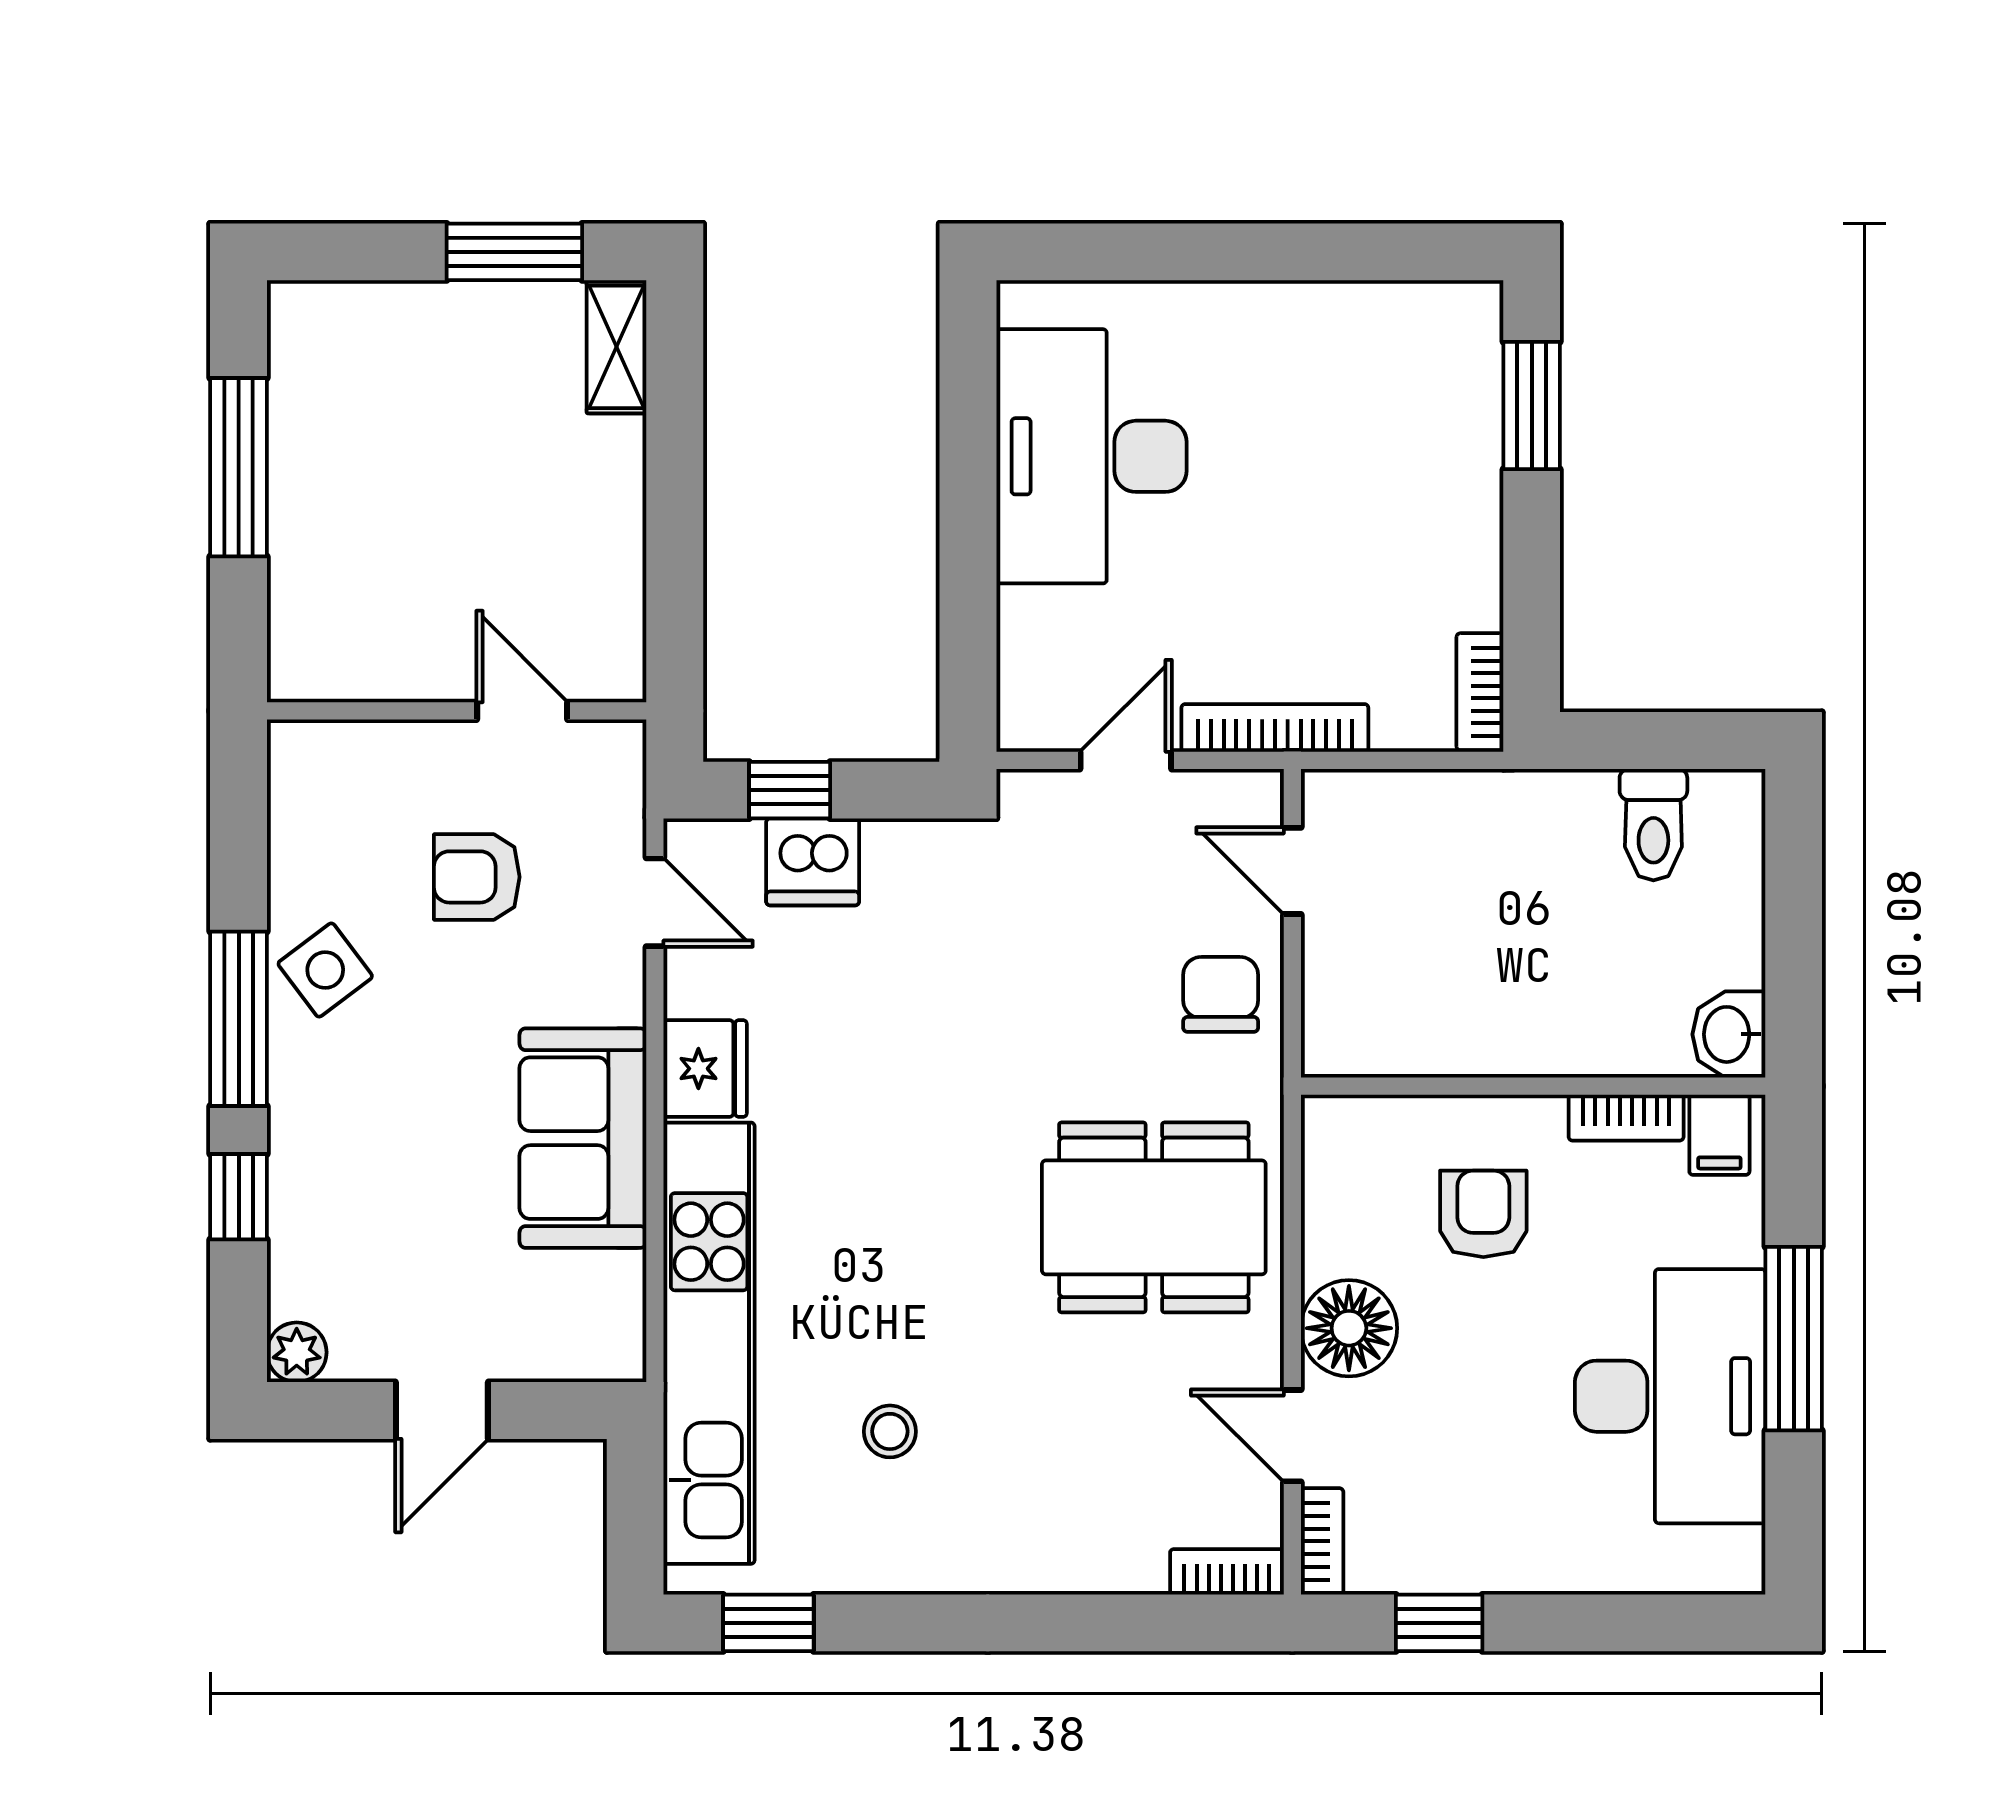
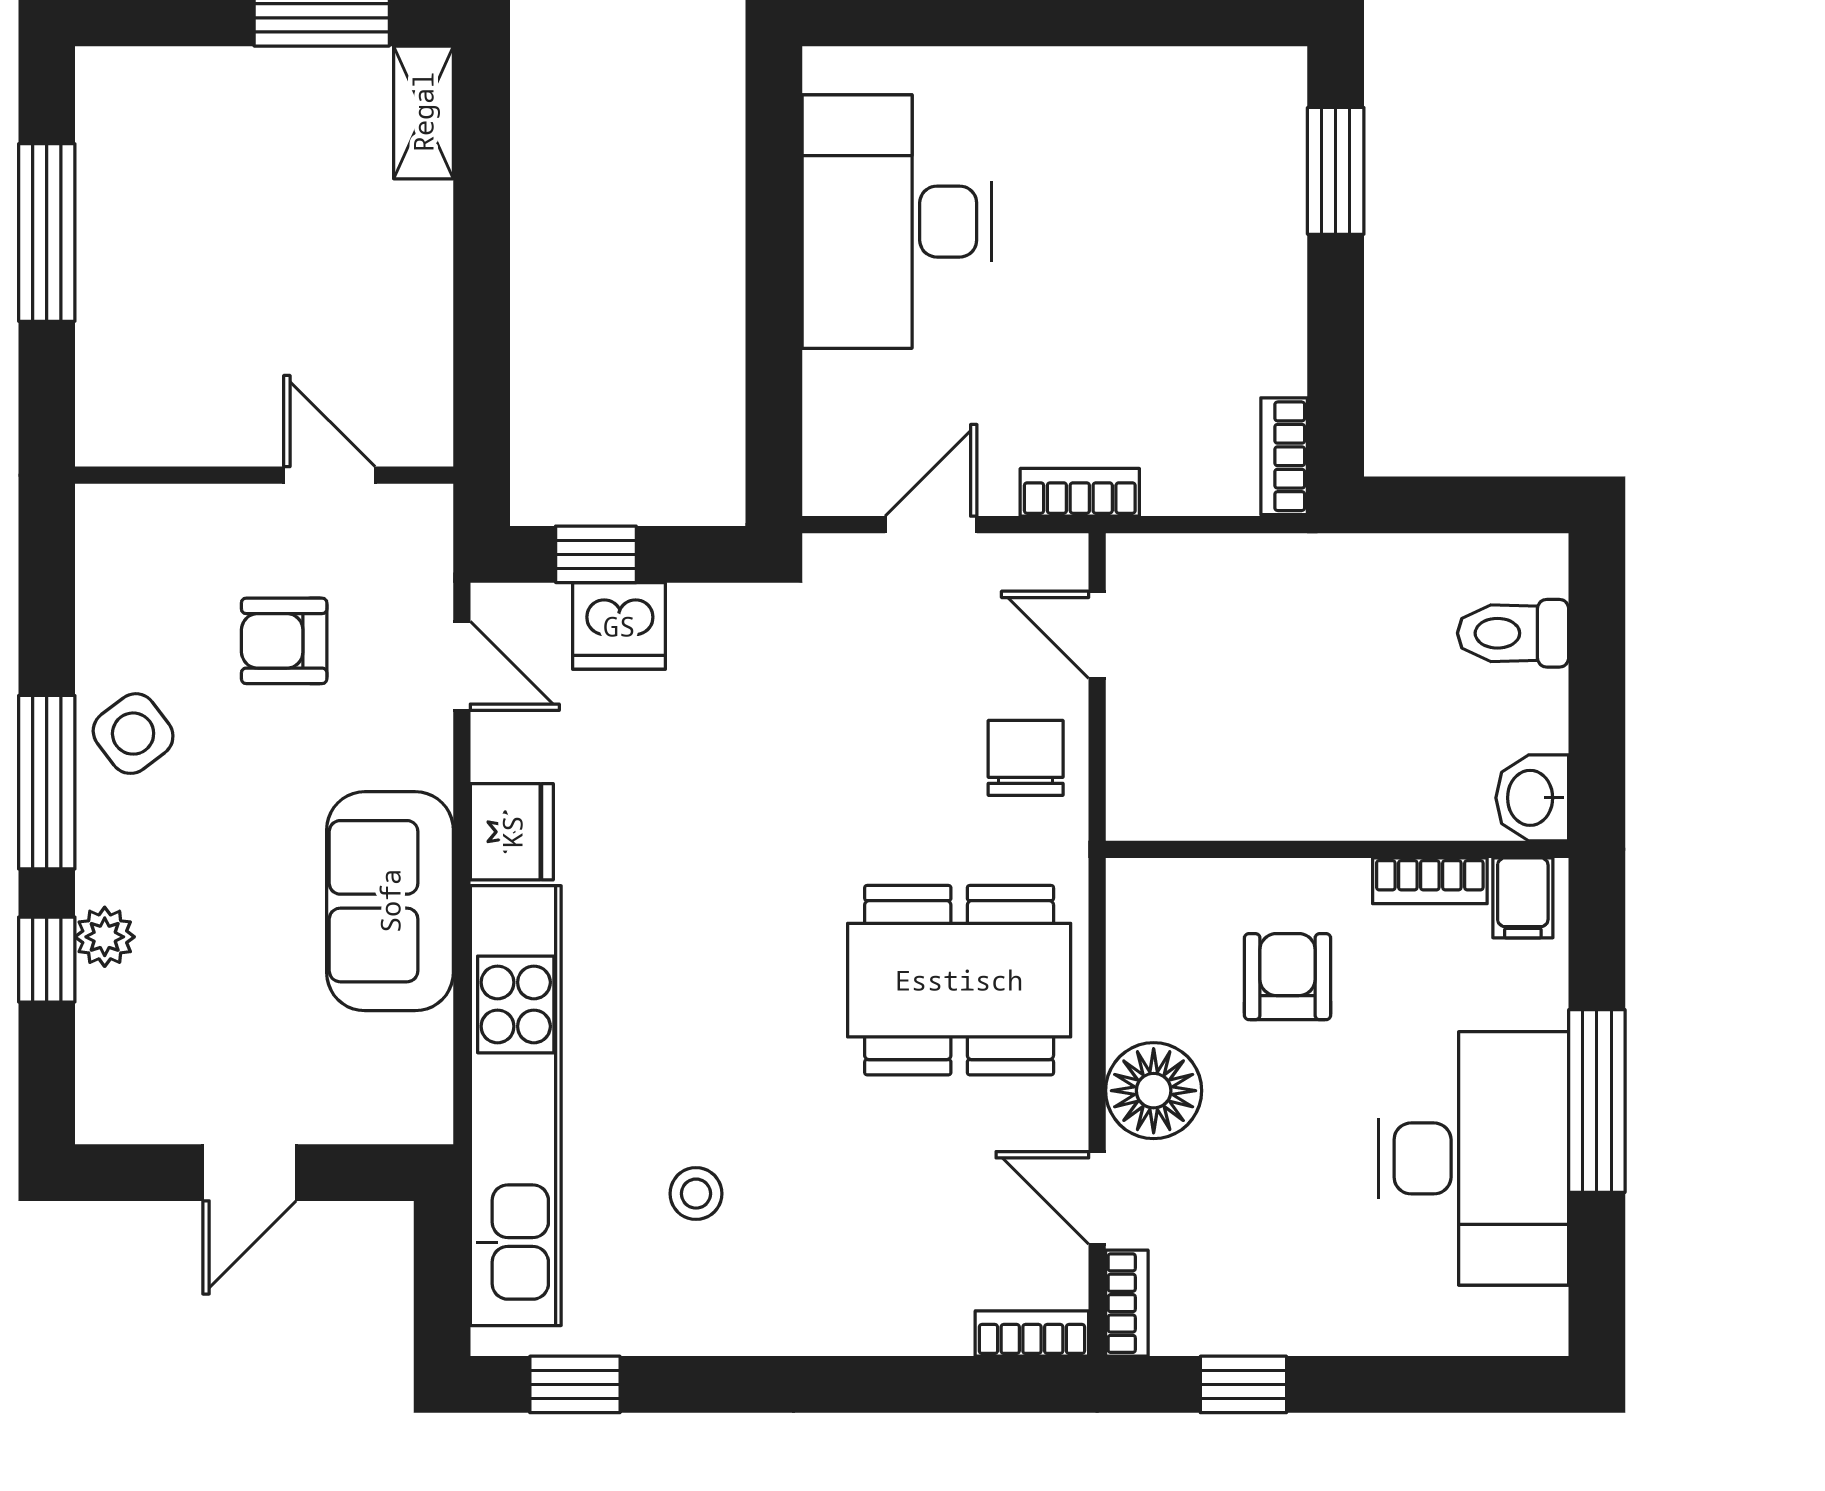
bookcase: (1275, 728) -> (1080, 492), width x0.64
toilet: (1653, 825) -> (1513, 633), moved, turned 90
plant: (297, 1352) -> (105, 937), moved

